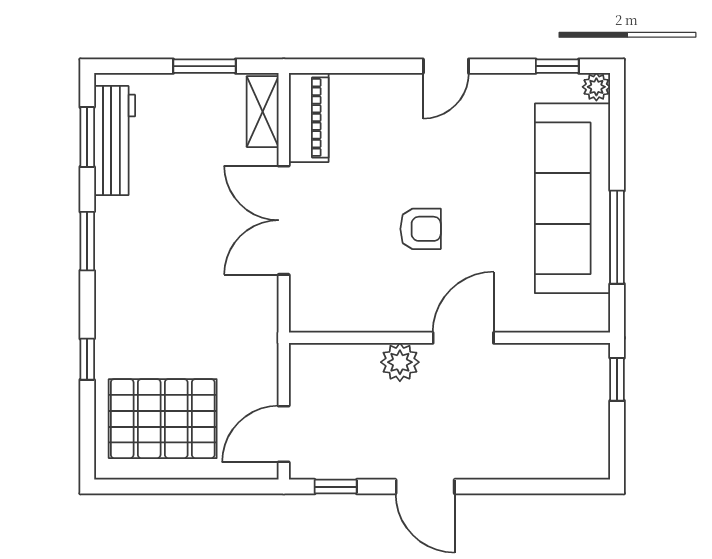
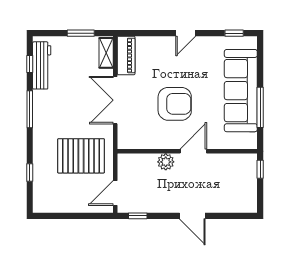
plant: (596, 87) -> (251, 42), removed
window: (87, 137) -> (30, 64), width x0.67
armchair: (421, 229) -> (175, 104), width x1.88, depth x1.88
window: (87, 241) -> (30, 109), width x1.44
window: (87, 359) -> (30, 172), moved
pallet: (163, 419) -> (81, 156), moved
door: (425, 487) -> (192, 216), moved

